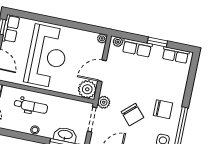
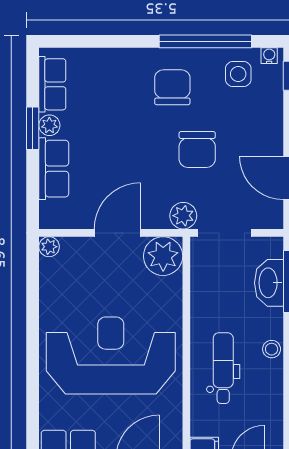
plant: (118, 42) -> (49, 125), moved
door: (102, 71) -> (118, 233), swing flipped
chair: (132, 115) -> (197, 149), turned 132

